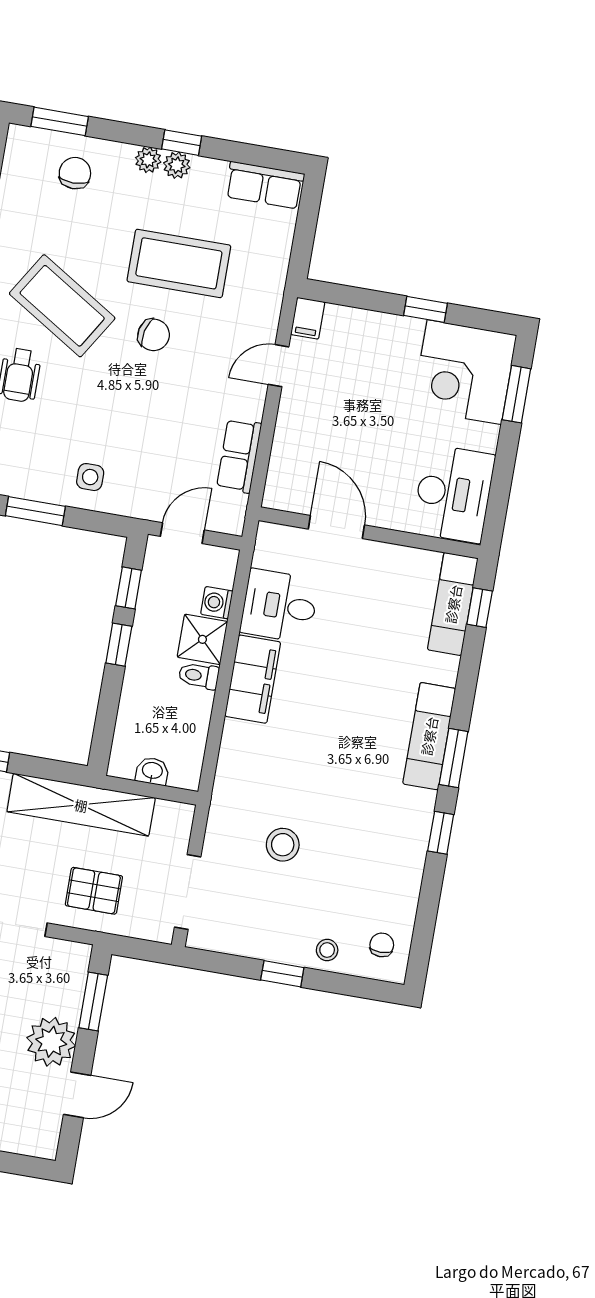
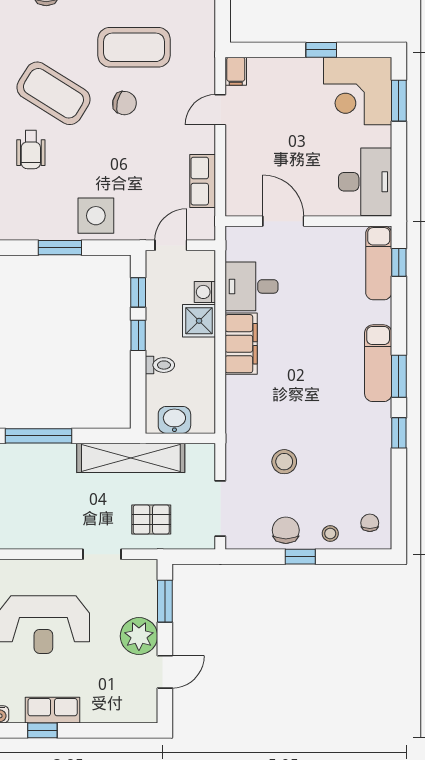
side table: (90, 477) -> (96, 216), width x1.87, depth x1.87
toilet: (199, 676) -> (160, 365), moved, turned 180
washbasin: (152, 771) -> (174, 420), width x1.38, depth x1.45
chair: (269, 936) -> (286, 530), added

